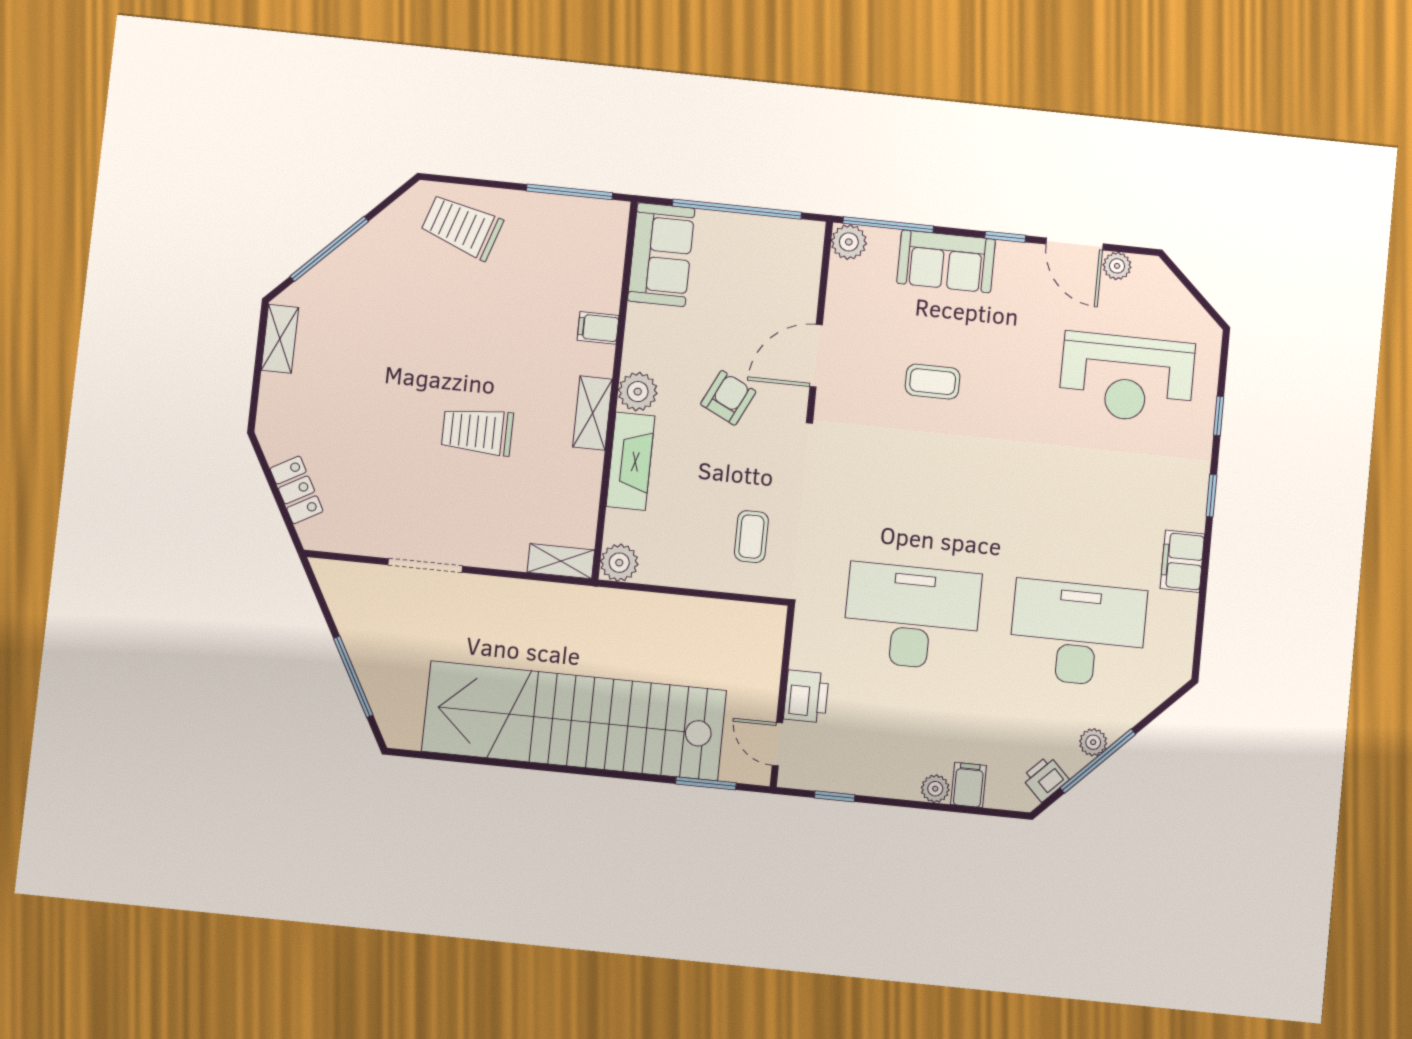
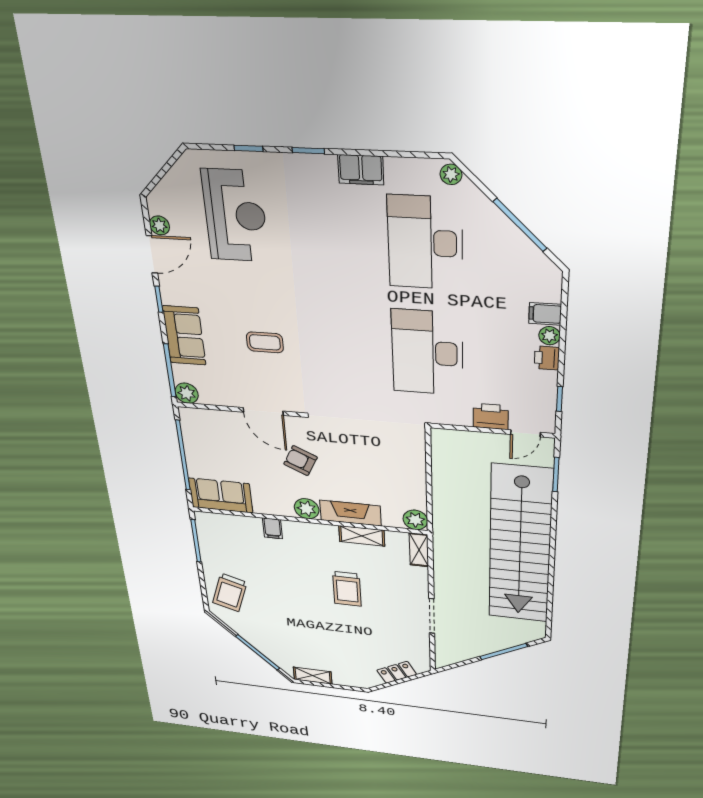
coffee table: (933, 382) -> (265, 342), turned 90
shelving: (593, 413) -> (362, 536), moved
coffee table: (751, 537) -> (387, 448), removed
plant: (1093, 742) -> (451, 174), moved
printer: (1045, 779) -> (547, 358), moved, turned 45

